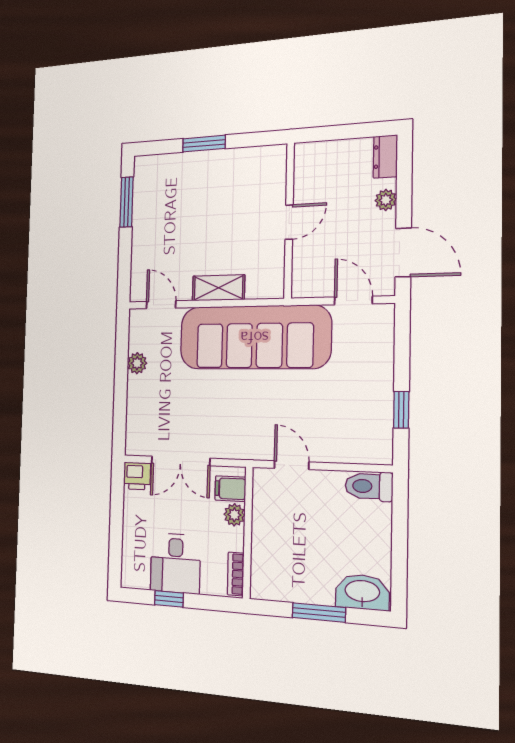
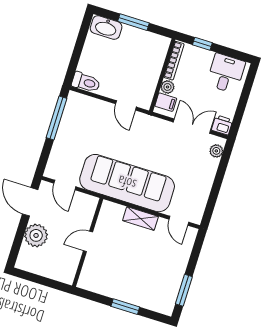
dresser: (385, 156) -> (24, 258), removed
plant: (386, 200) -> (36, 235), width x1.87, depth x1.87
plant: (137, 363) -> (216, 151), moved
window: (401, 410) -> (56, 118), width x2.17
desk: (175, 563) -> (226, 73), moved
bookcase: (236, 574) -> (174, 61), width x1.56
window: (169, 599) -> (202, 44), moved

